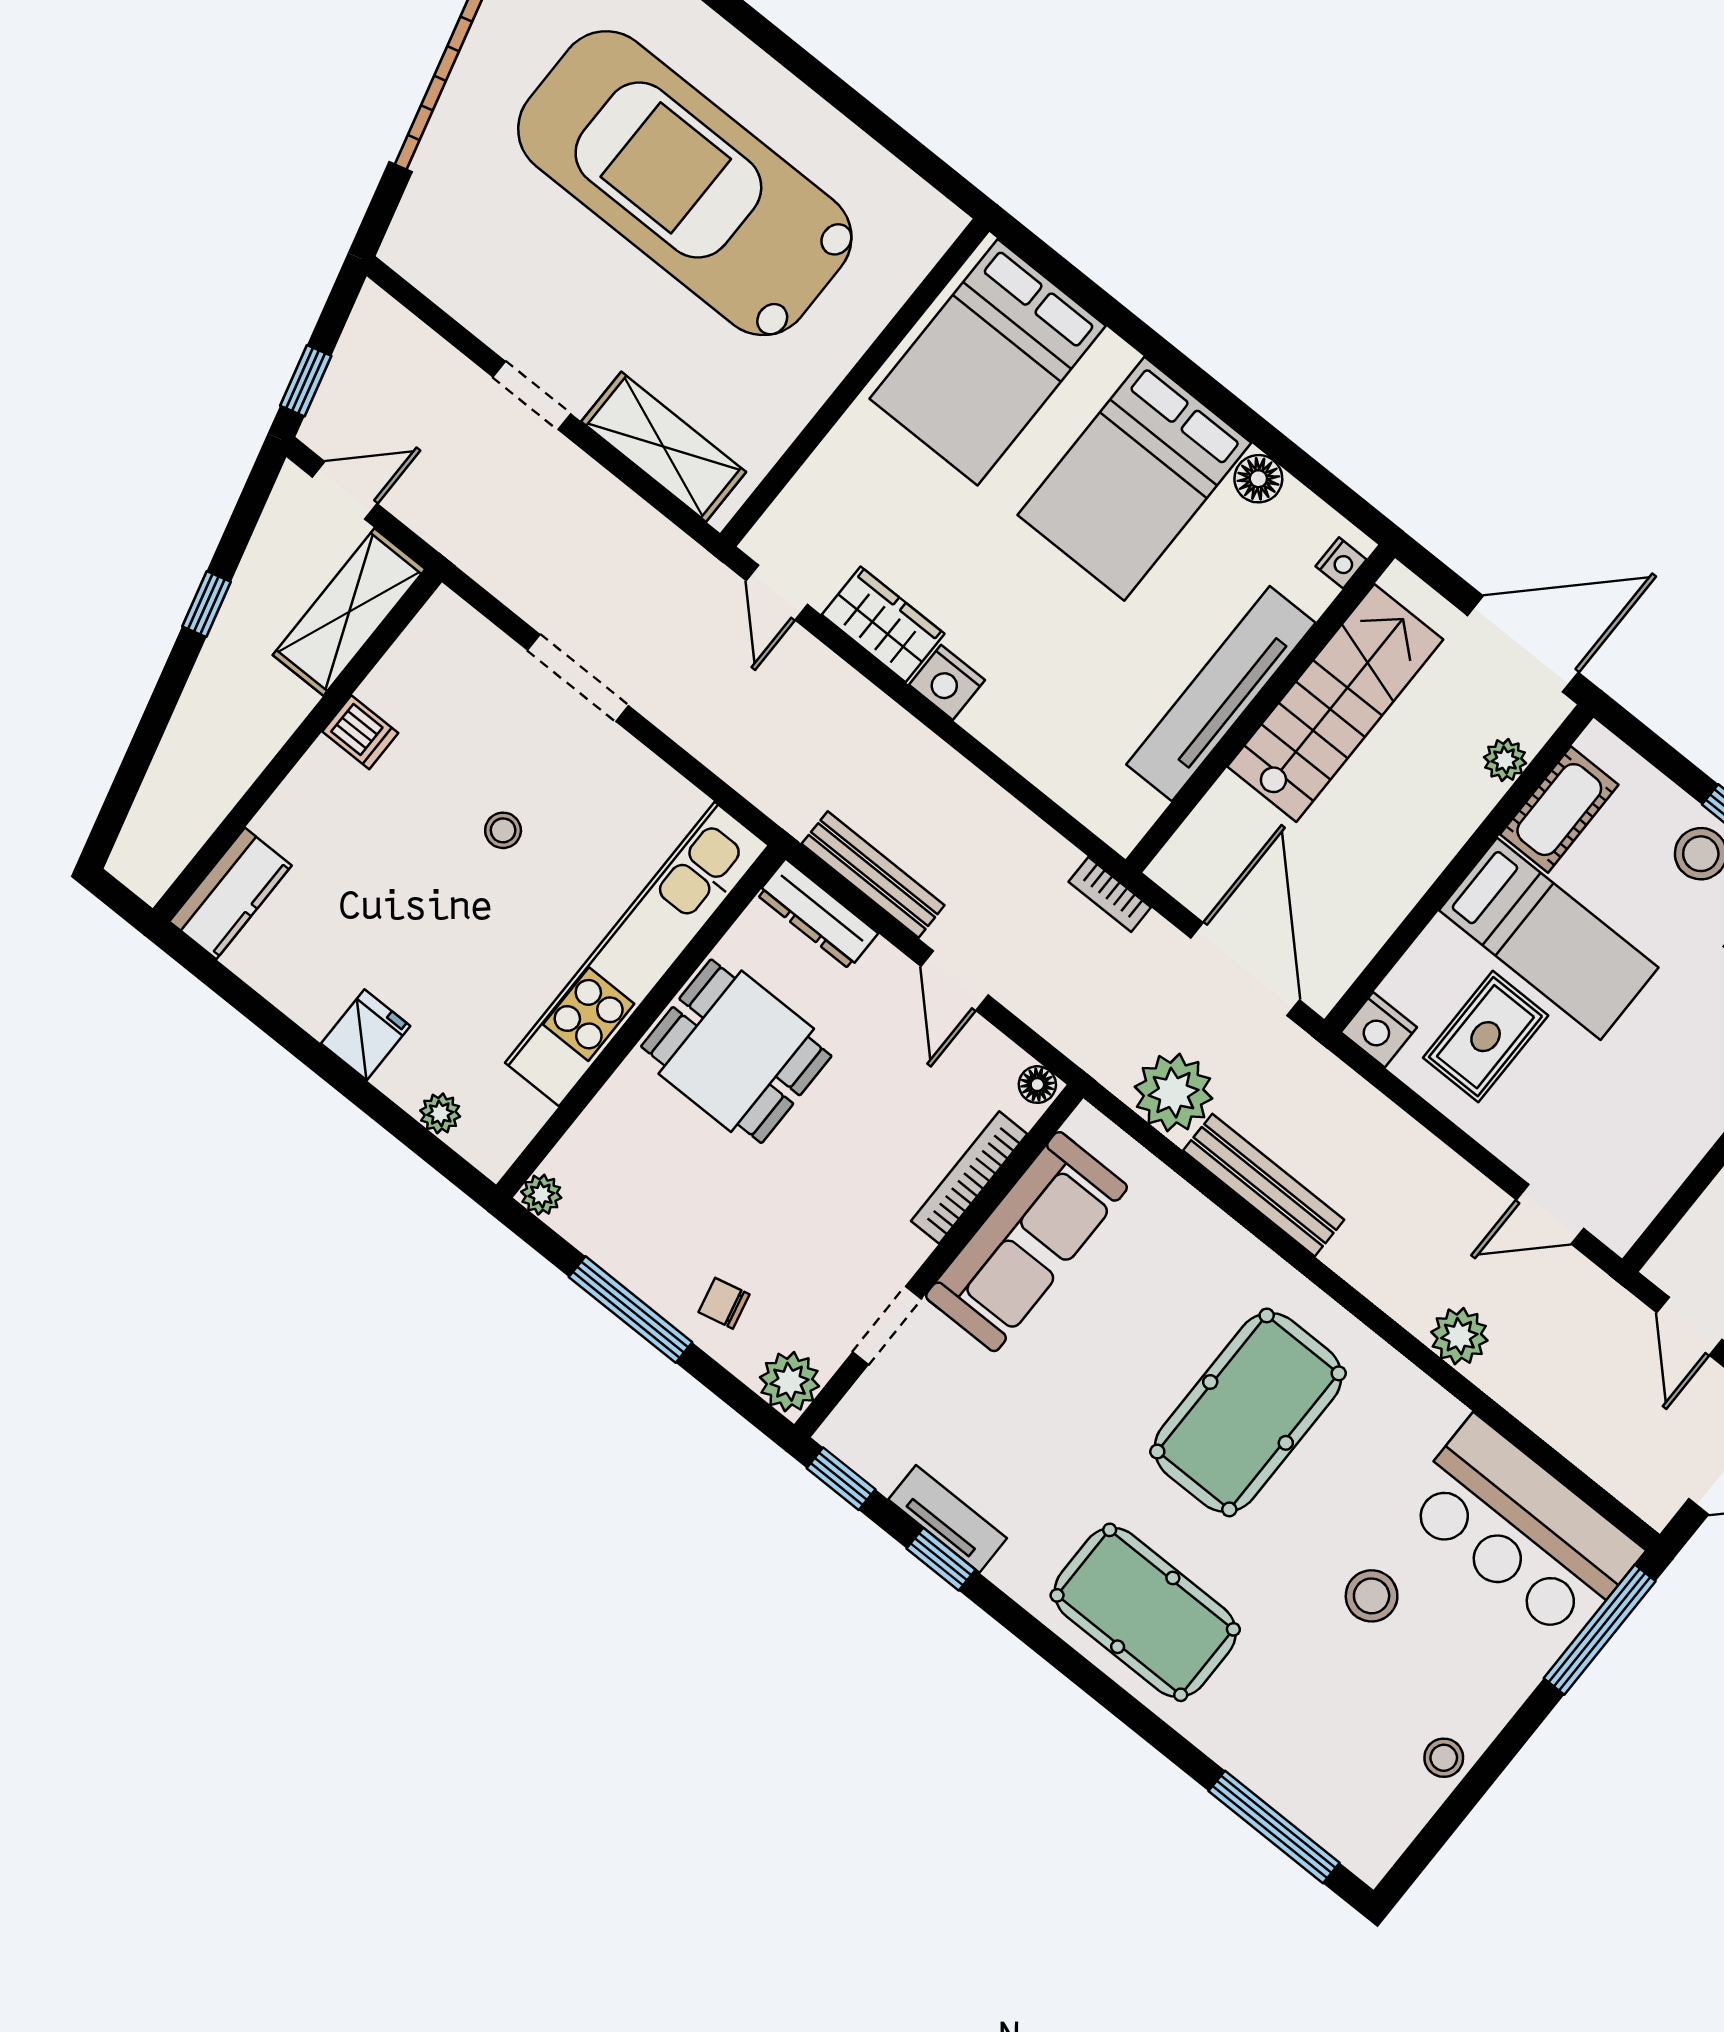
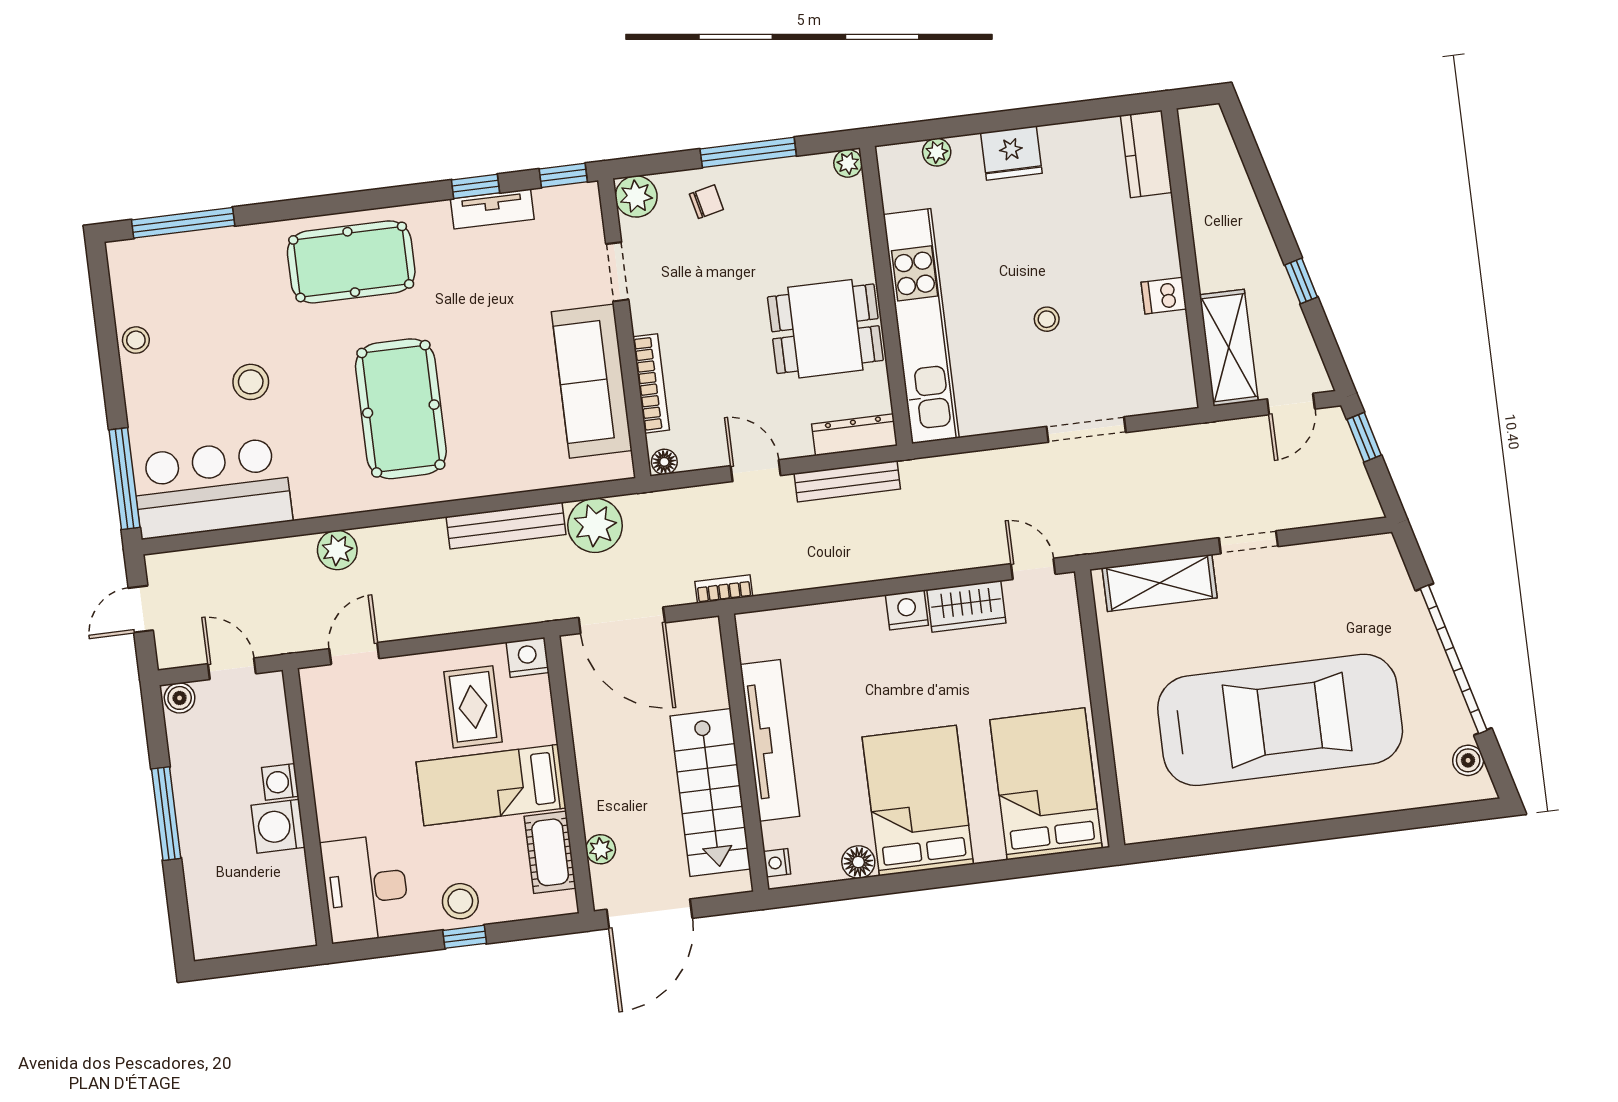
fridge: (366, 1035) -> (1011, 153), width x1.38

